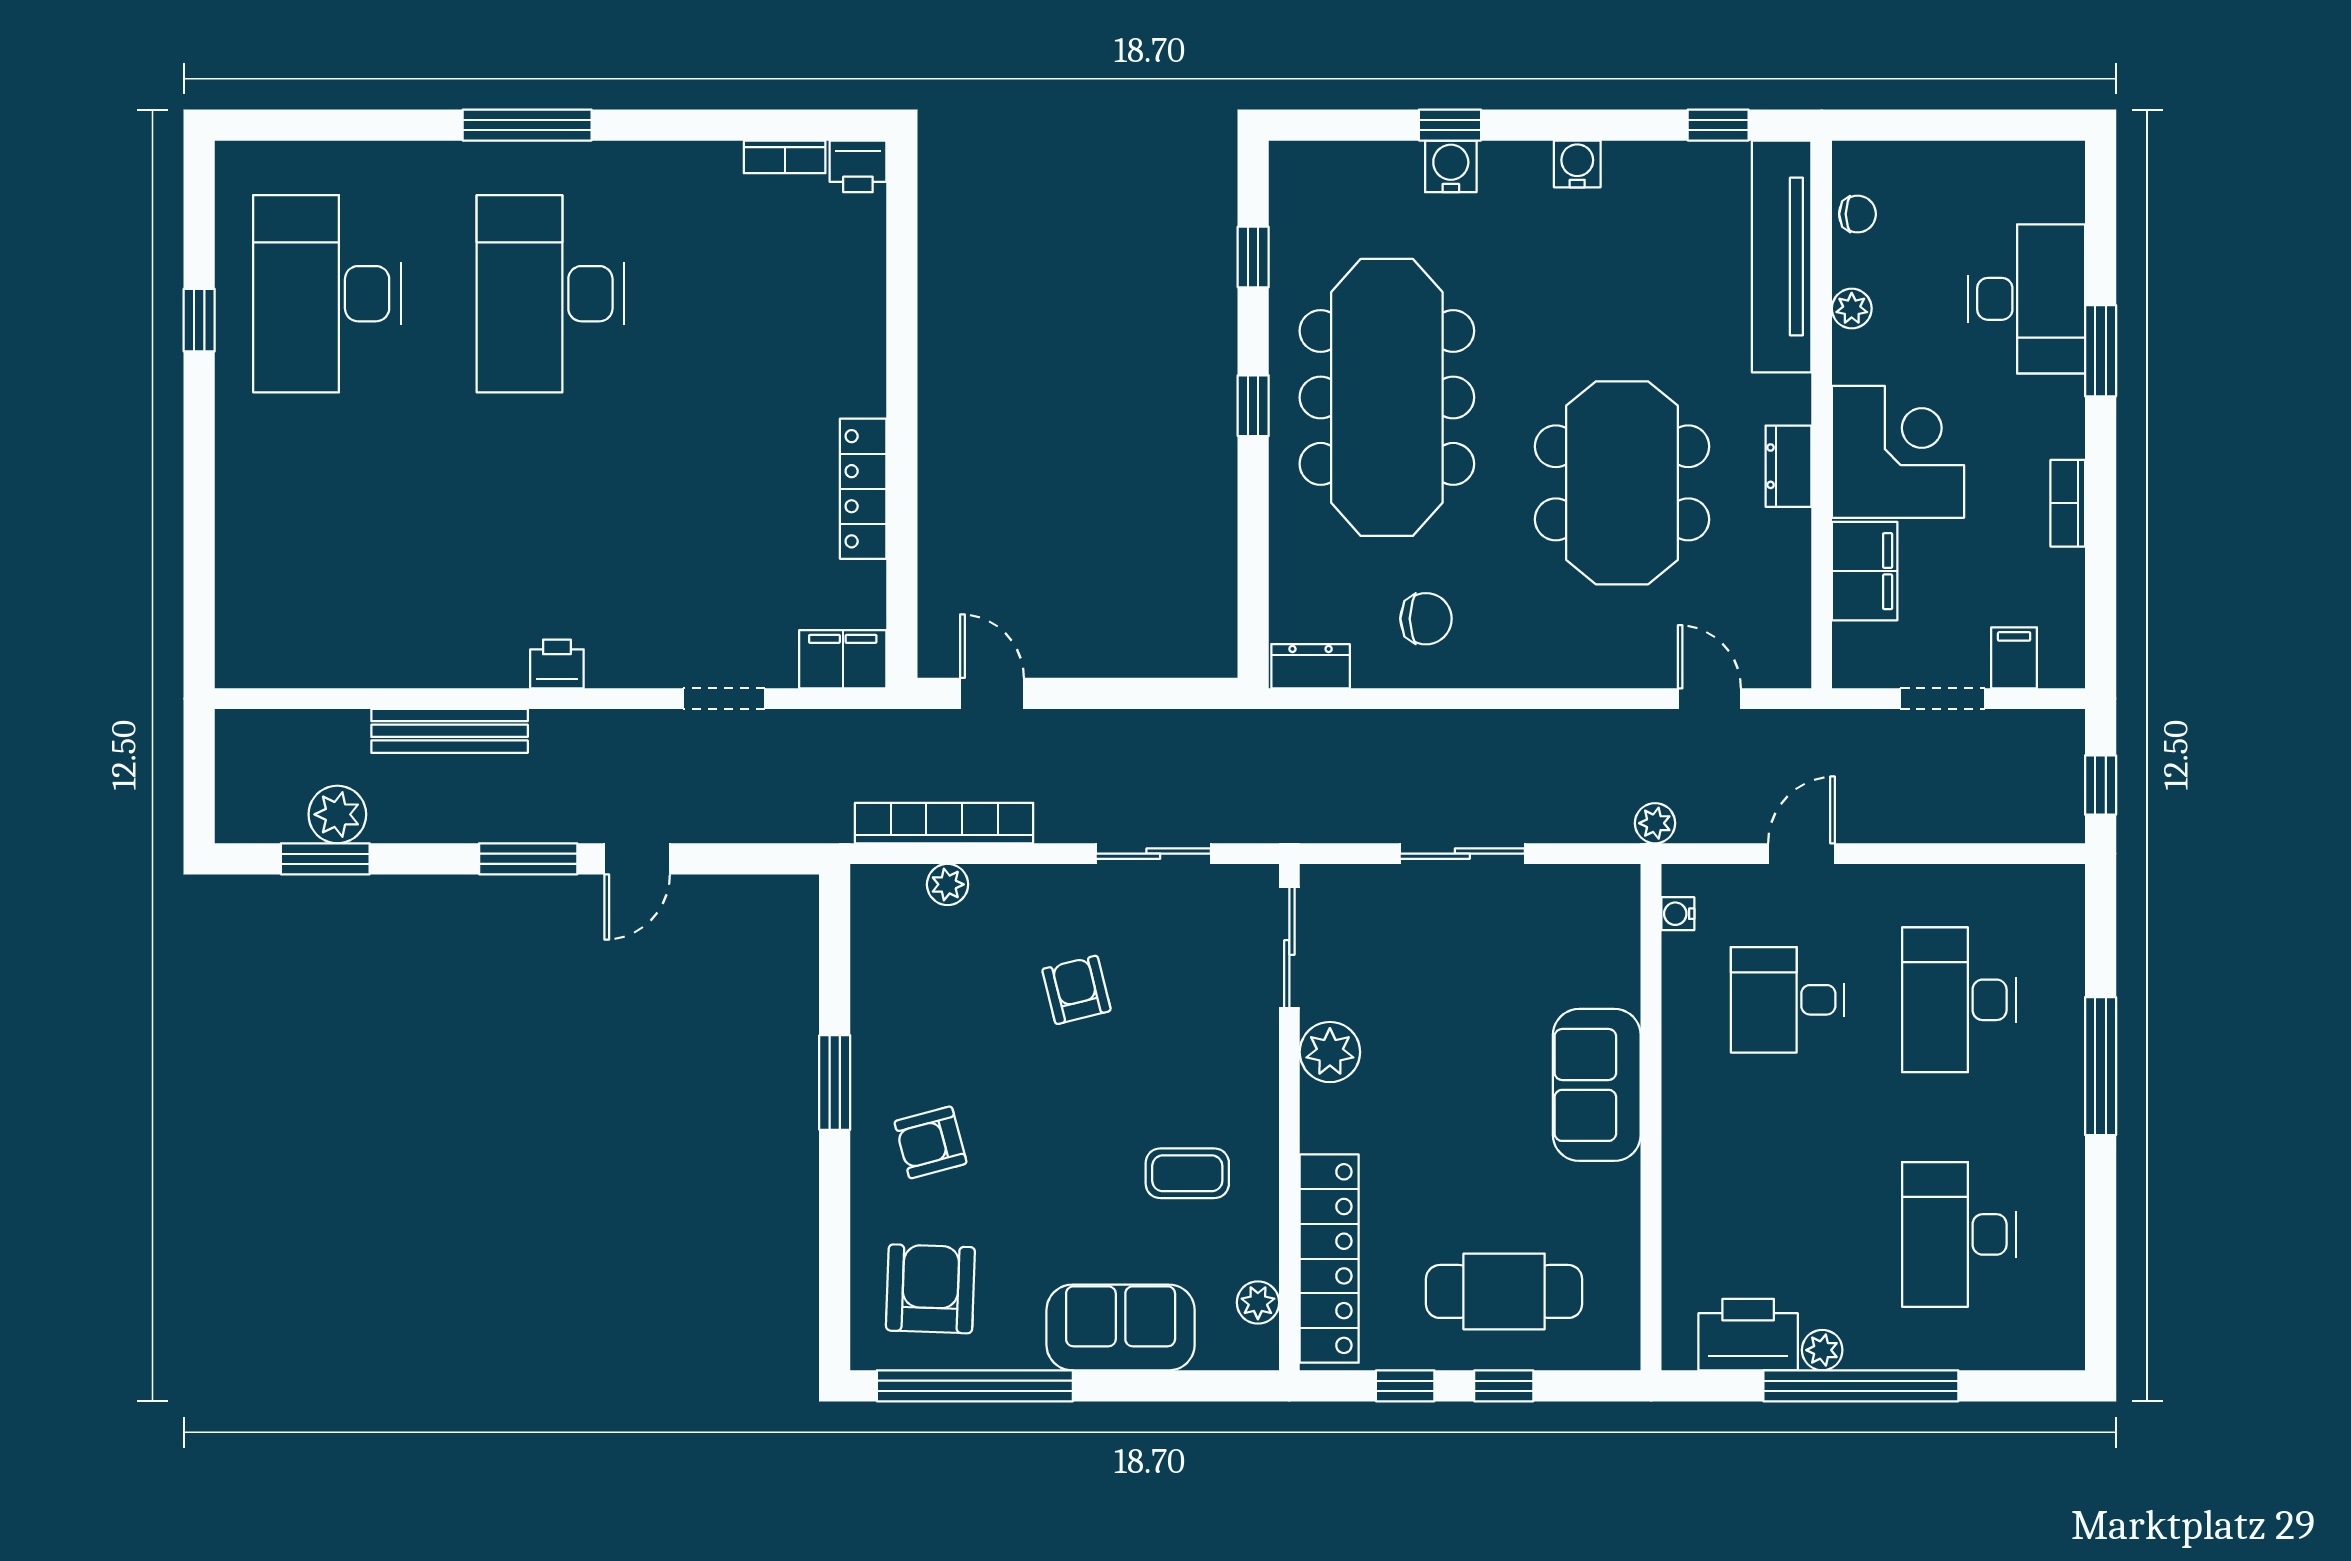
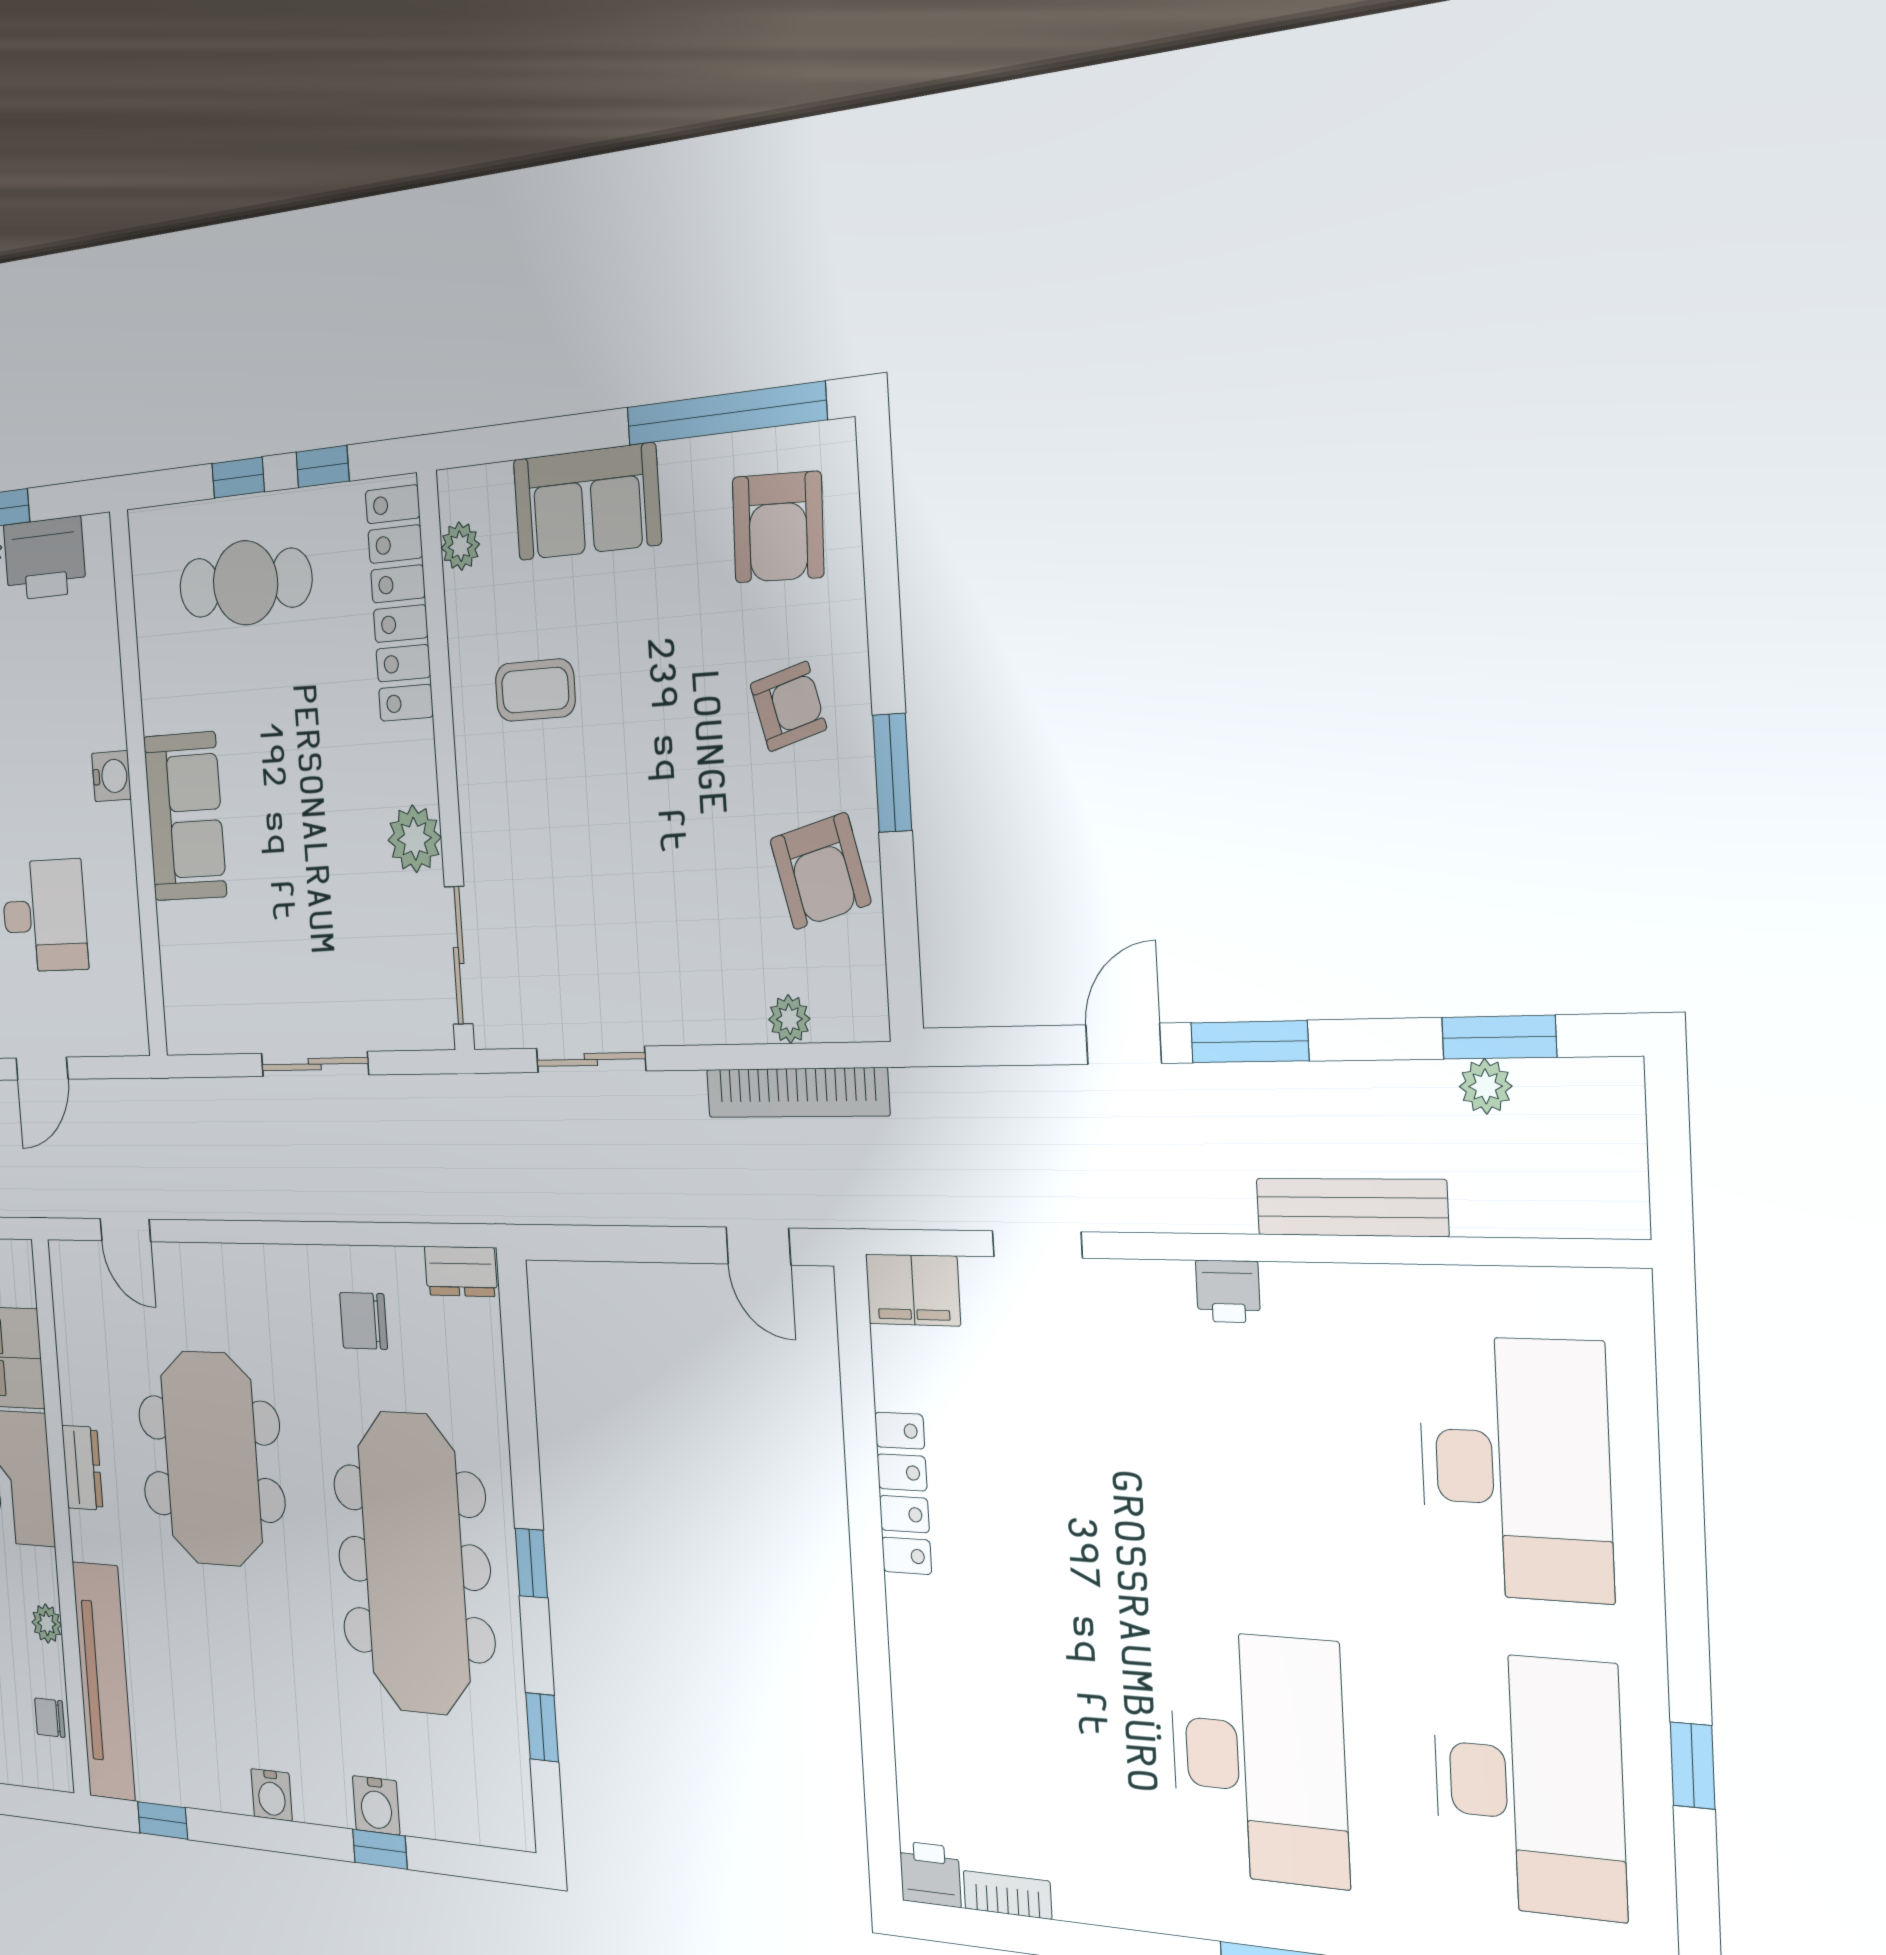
desk: (327, 535) -> (1515, 1468), added
plant: (337, 814) -> (1486, 1086), width x0.73, depth x0.73
plant: (1655, 823) -> (158, 1099), removed
water cooler: (1678, 914) -> (111, 776), moved, width x1.38, depth x1.38
armchair: (1076, 990) -> (820, 871), moved, width x1.38, depth x1.38

